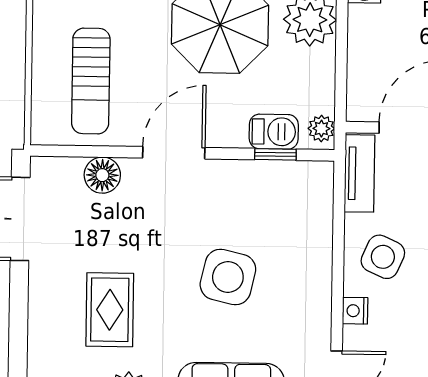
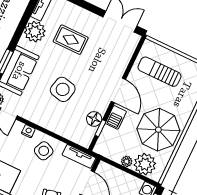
plant: (321, 129) -> (127, 161), moved
barbecue: (274, 132) -> (116, 117), moved
floor lamp: (102, 175) -> (94, 119), moved

